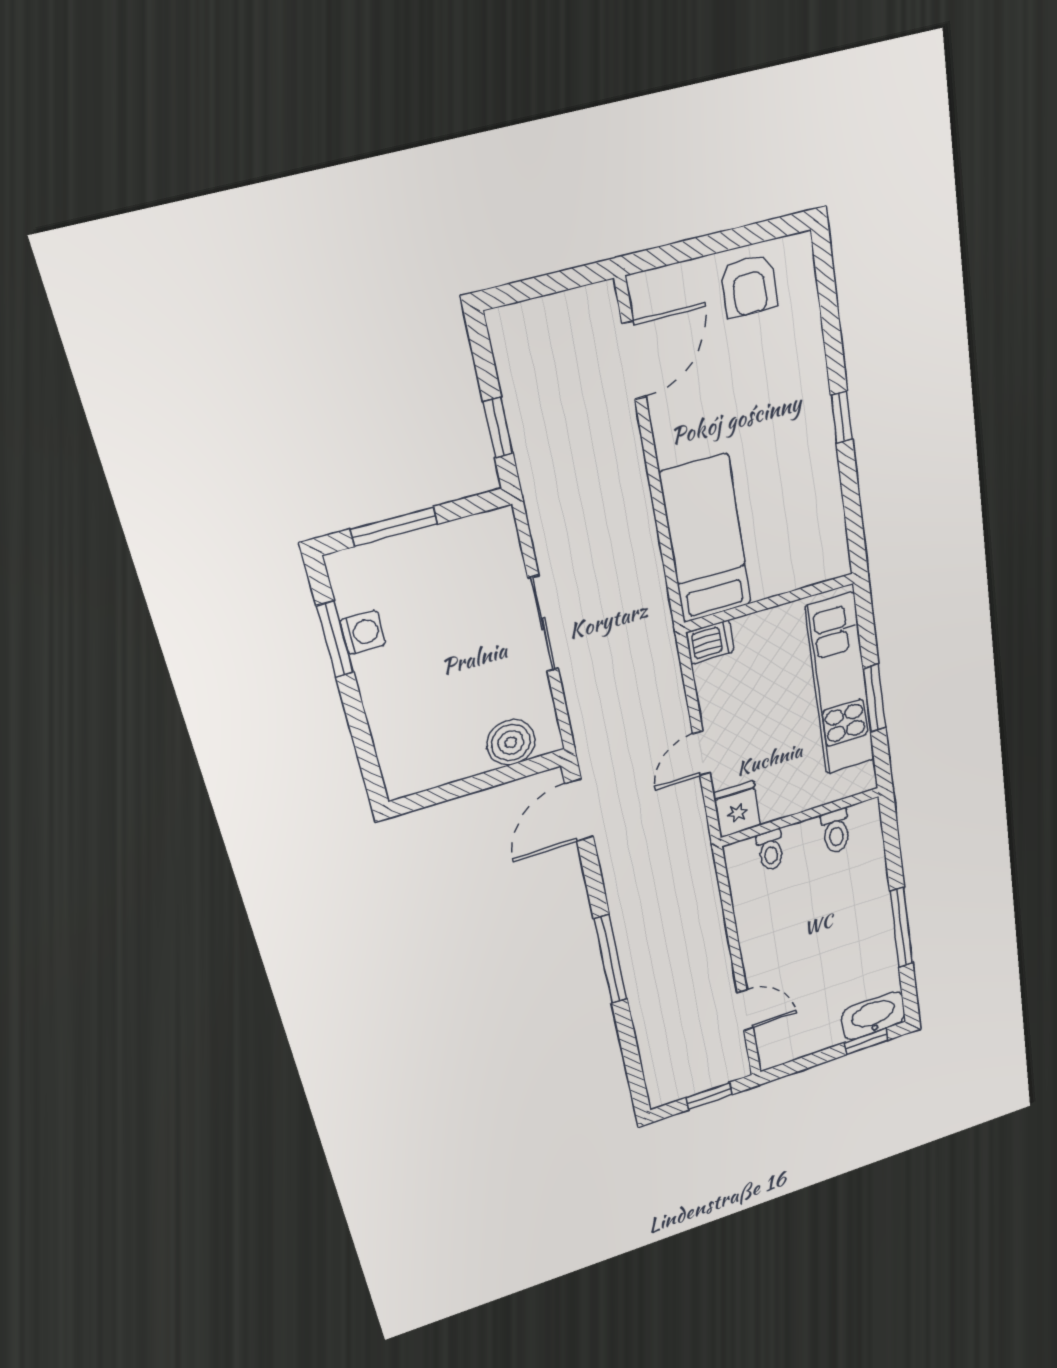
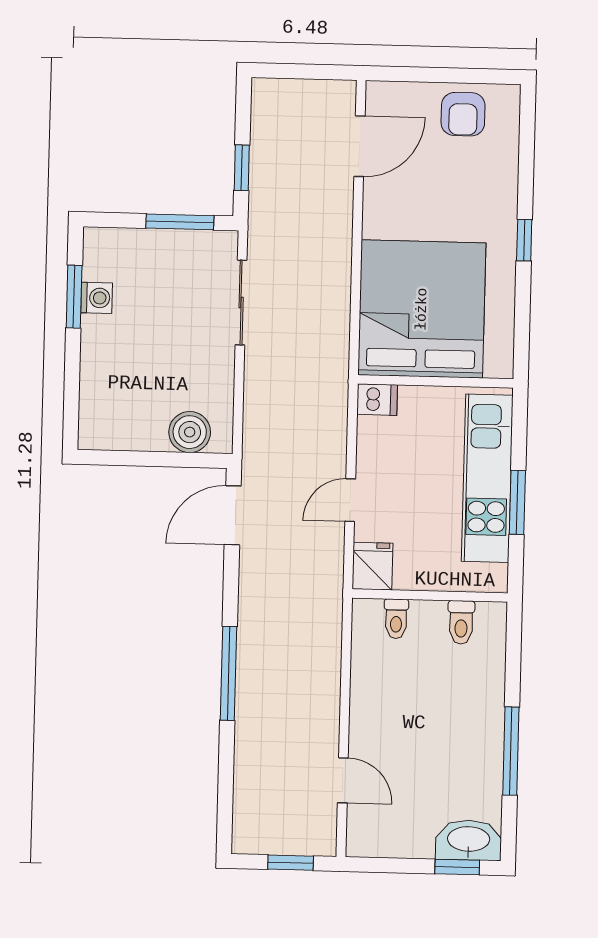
window: (394, 527) -> (180, 222), moved
bed: (706, 539) -> (422, 309), width x2.04
sliding door: (543, 624) -> (241, 303), moved

